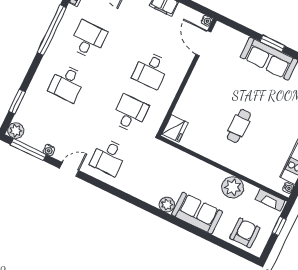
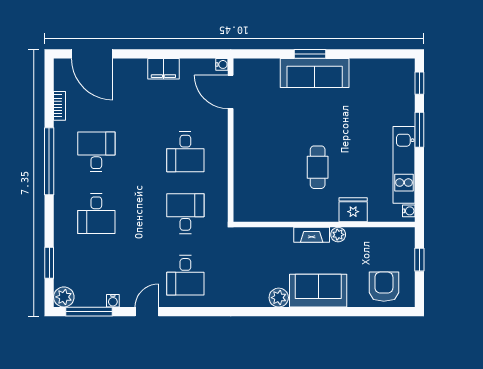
fridge: (175, 128) -> (353, 210), moved, turned -90
plant: (233, 187) -> (338, 235), width x0.53, depth x0.53
fireplace: (270, 200) -> (312, 235), moved

